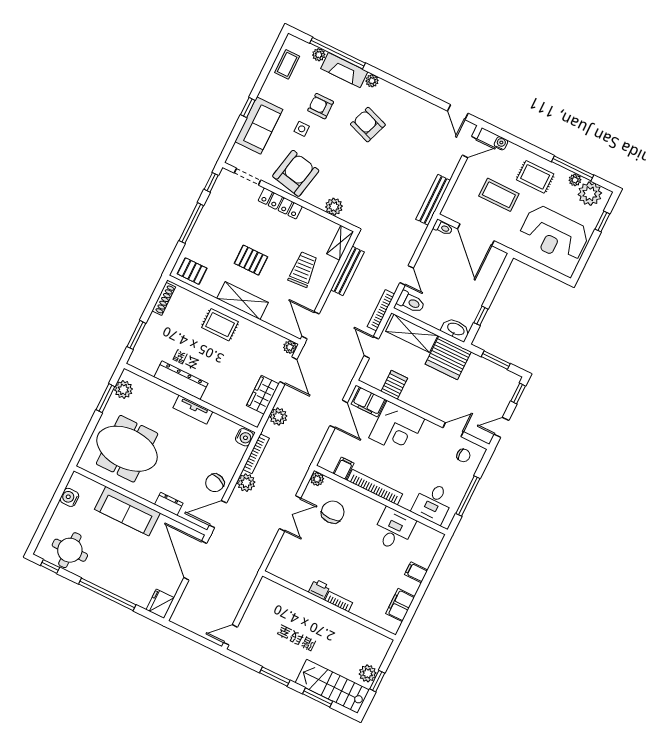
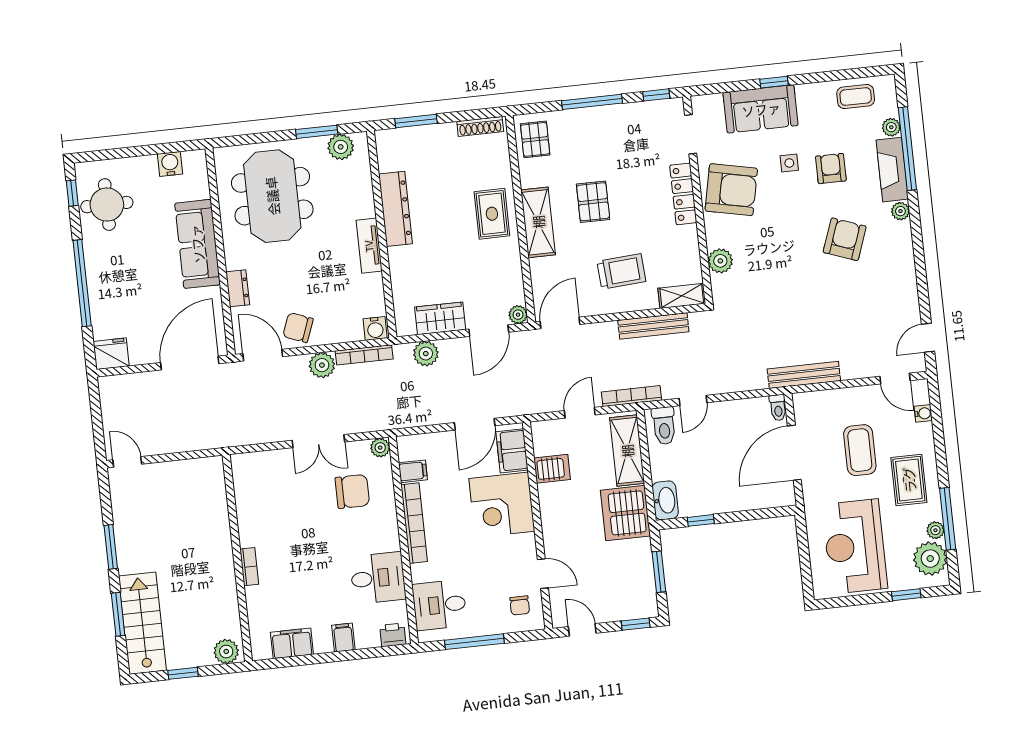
printer: (319, 589) -> (393, 635), moved, turned -90
plant: (368, 673) -> (226, 651), moved

